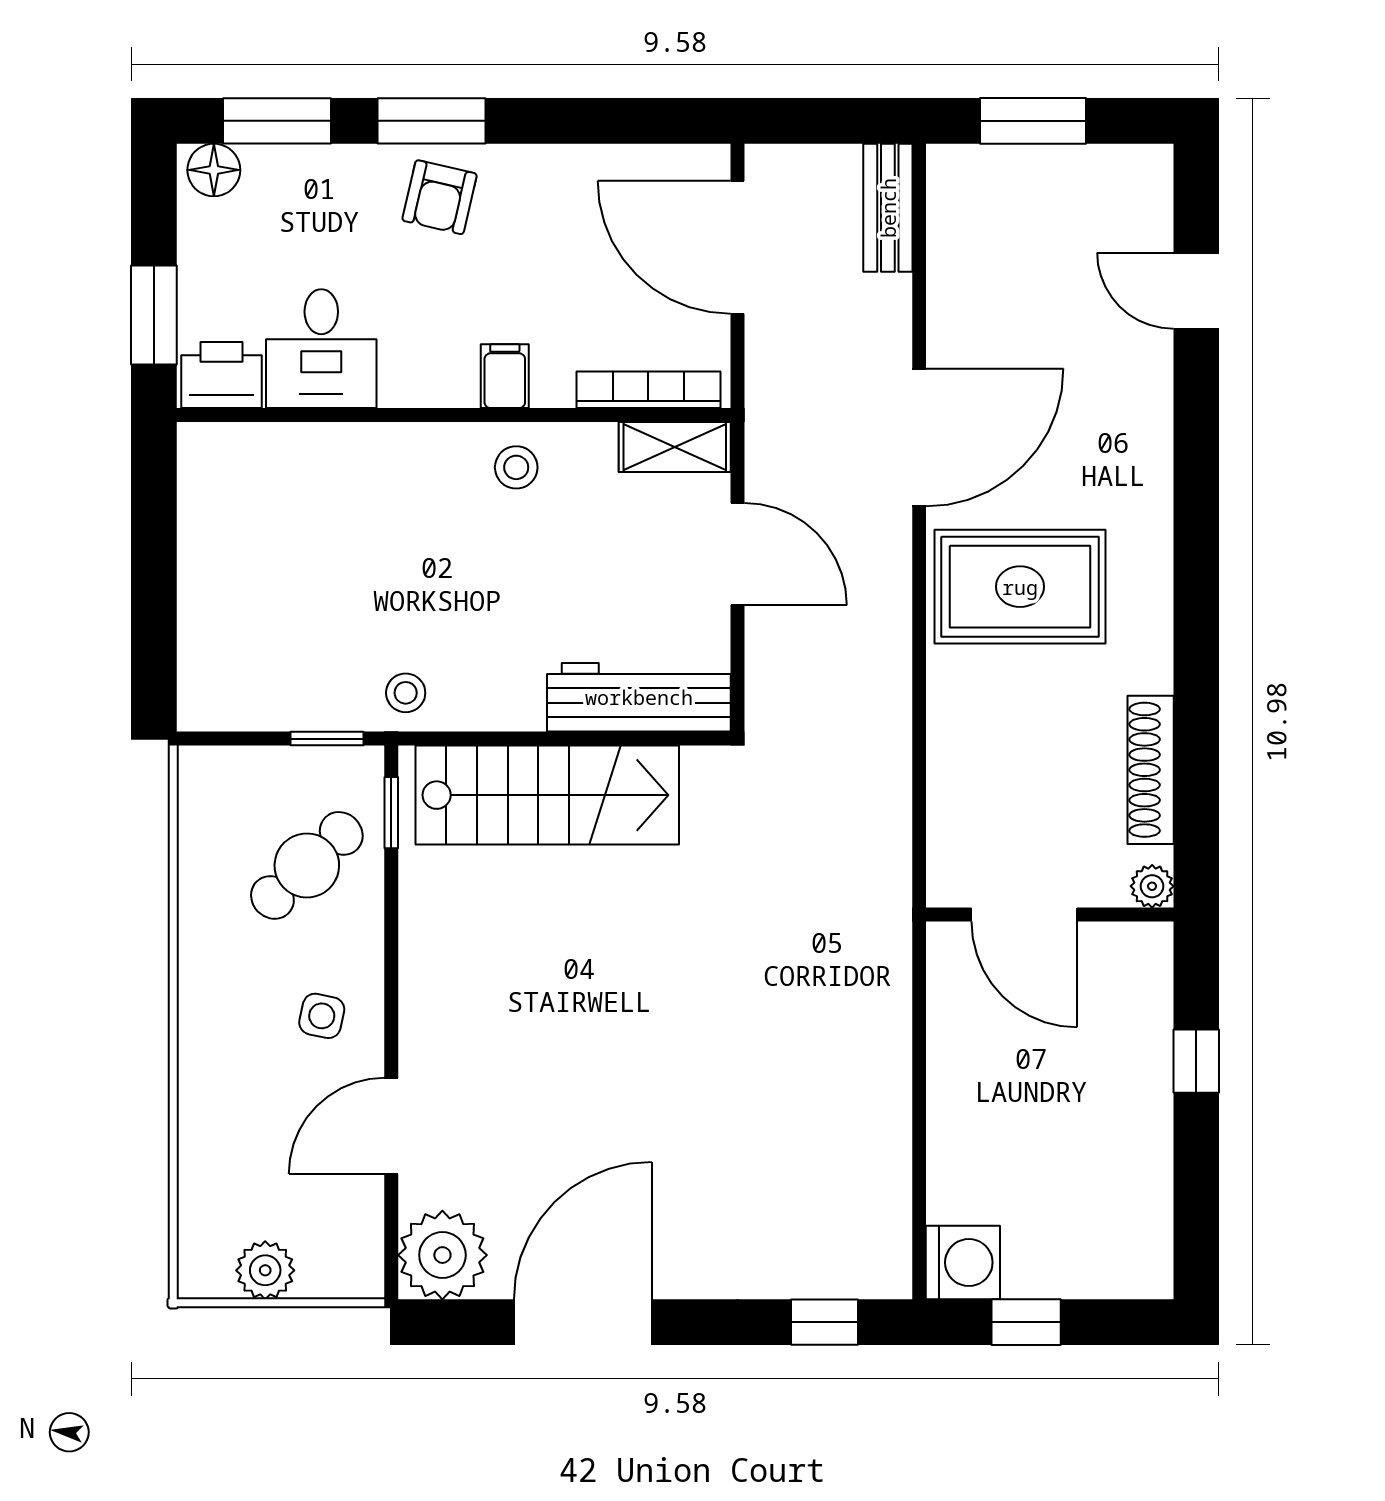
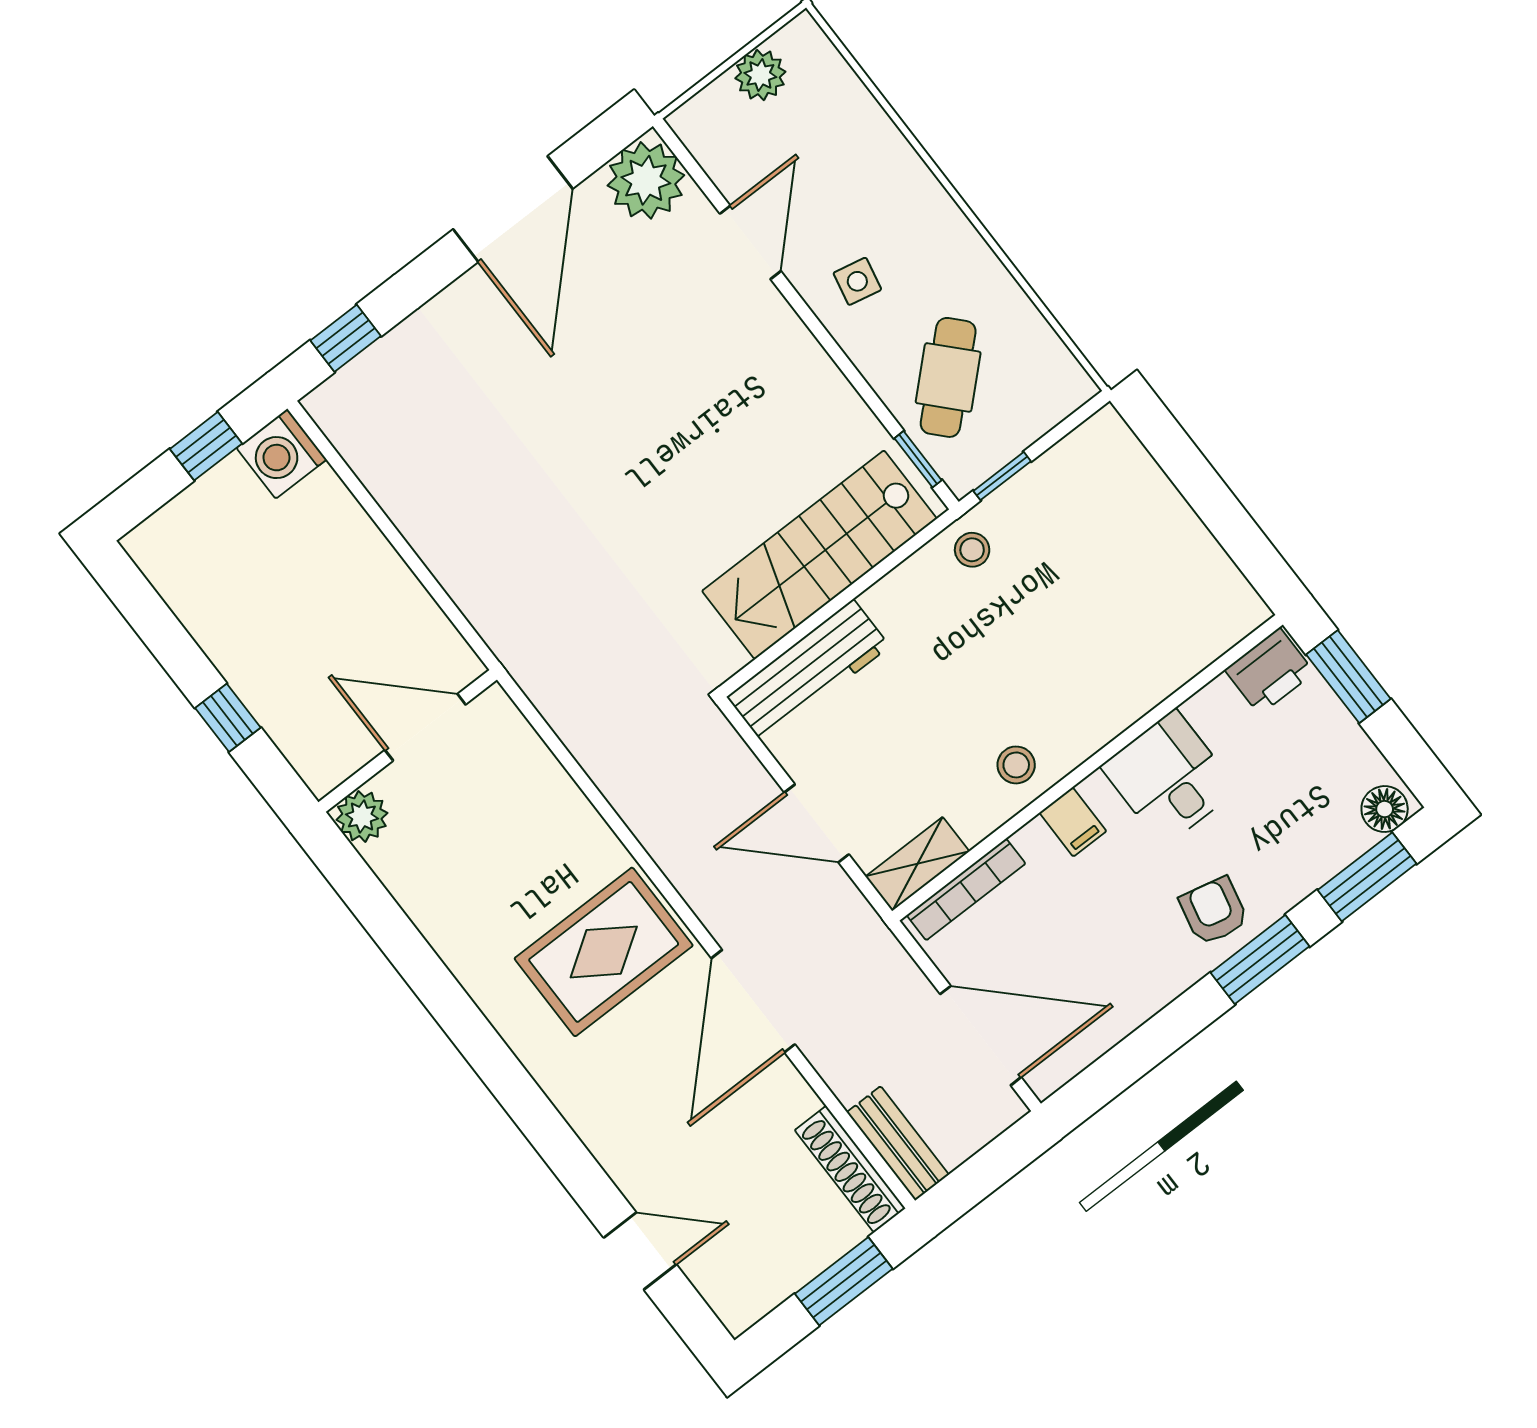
desk: (321, 349) -> (1169, 778), moved
shoe rack: (1151, 770) -> (850, 1169), moved, turned 180
plant: (1152, 886) -> (362, 816), width x1.38, depth x1.38

